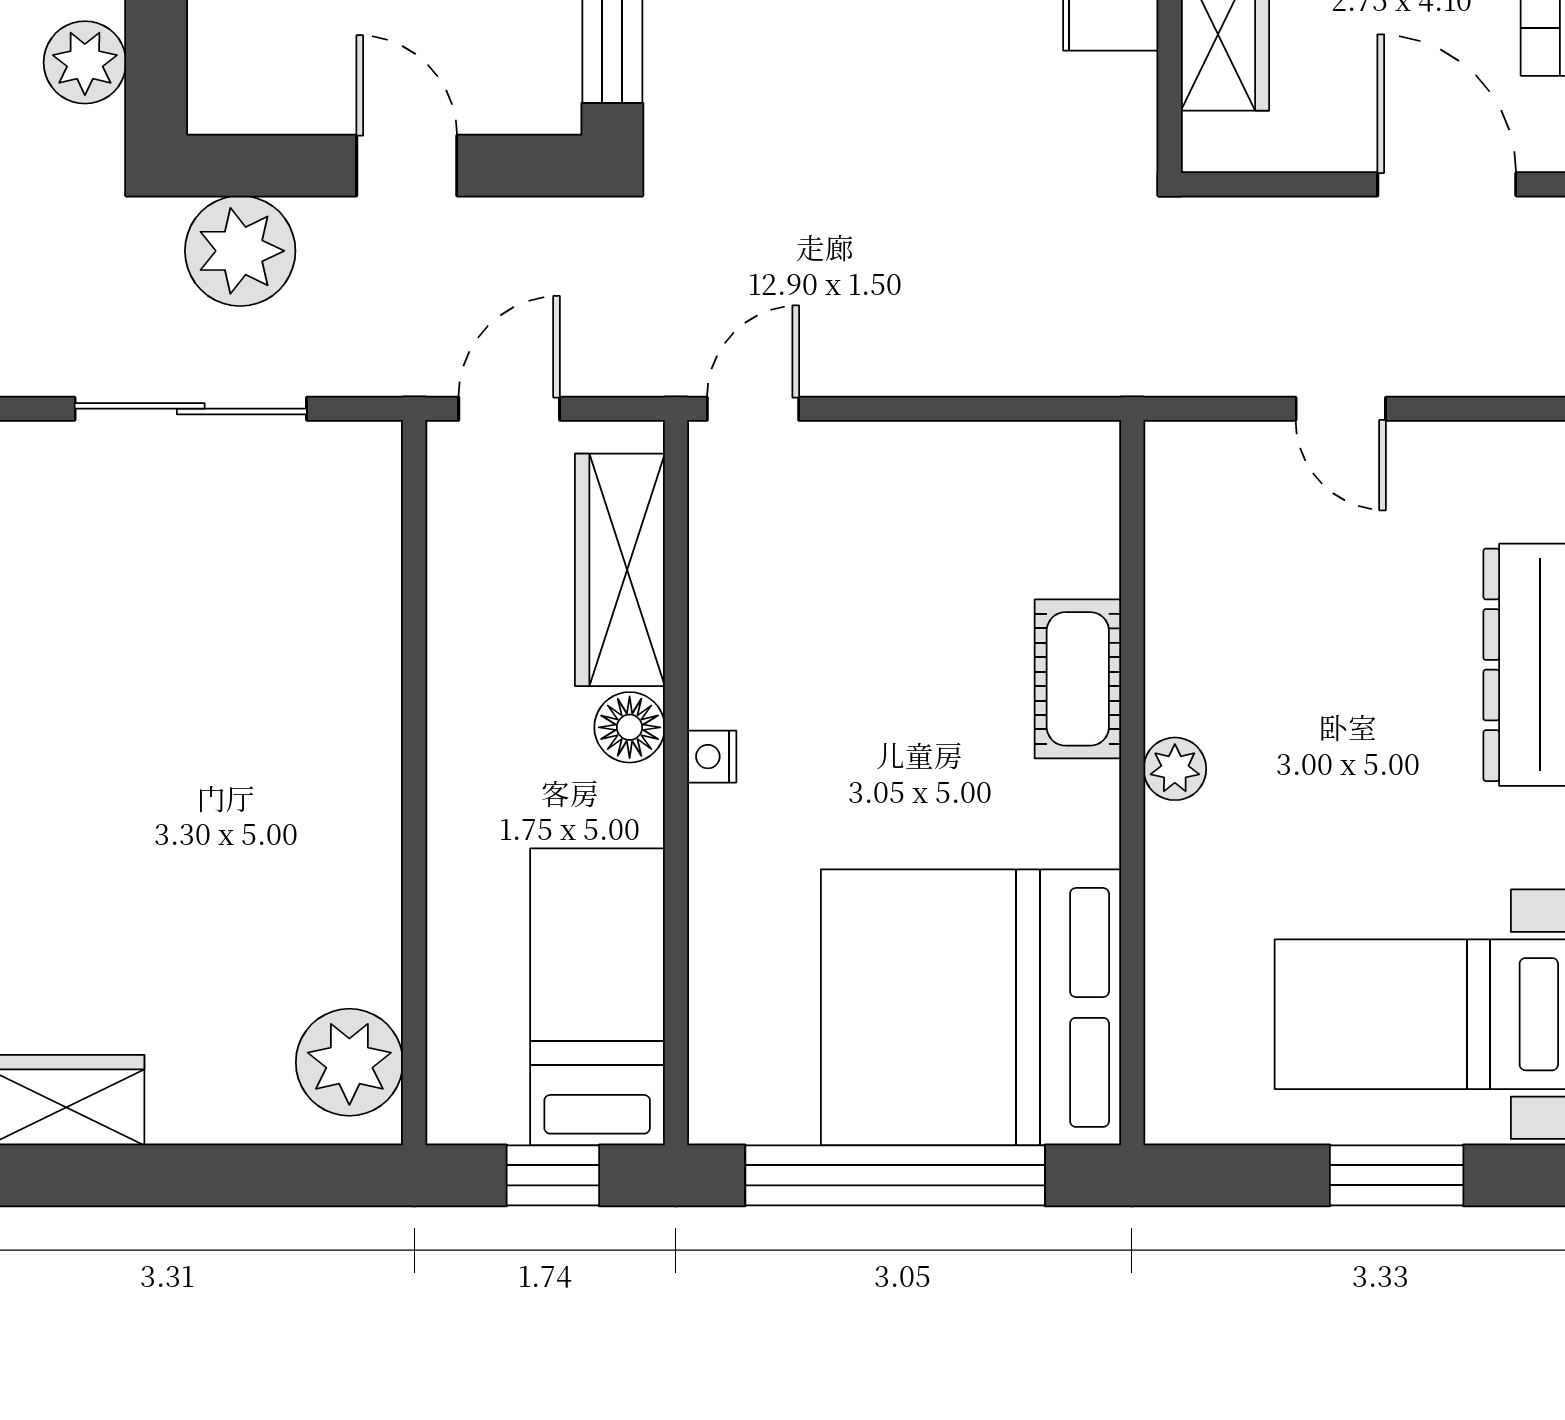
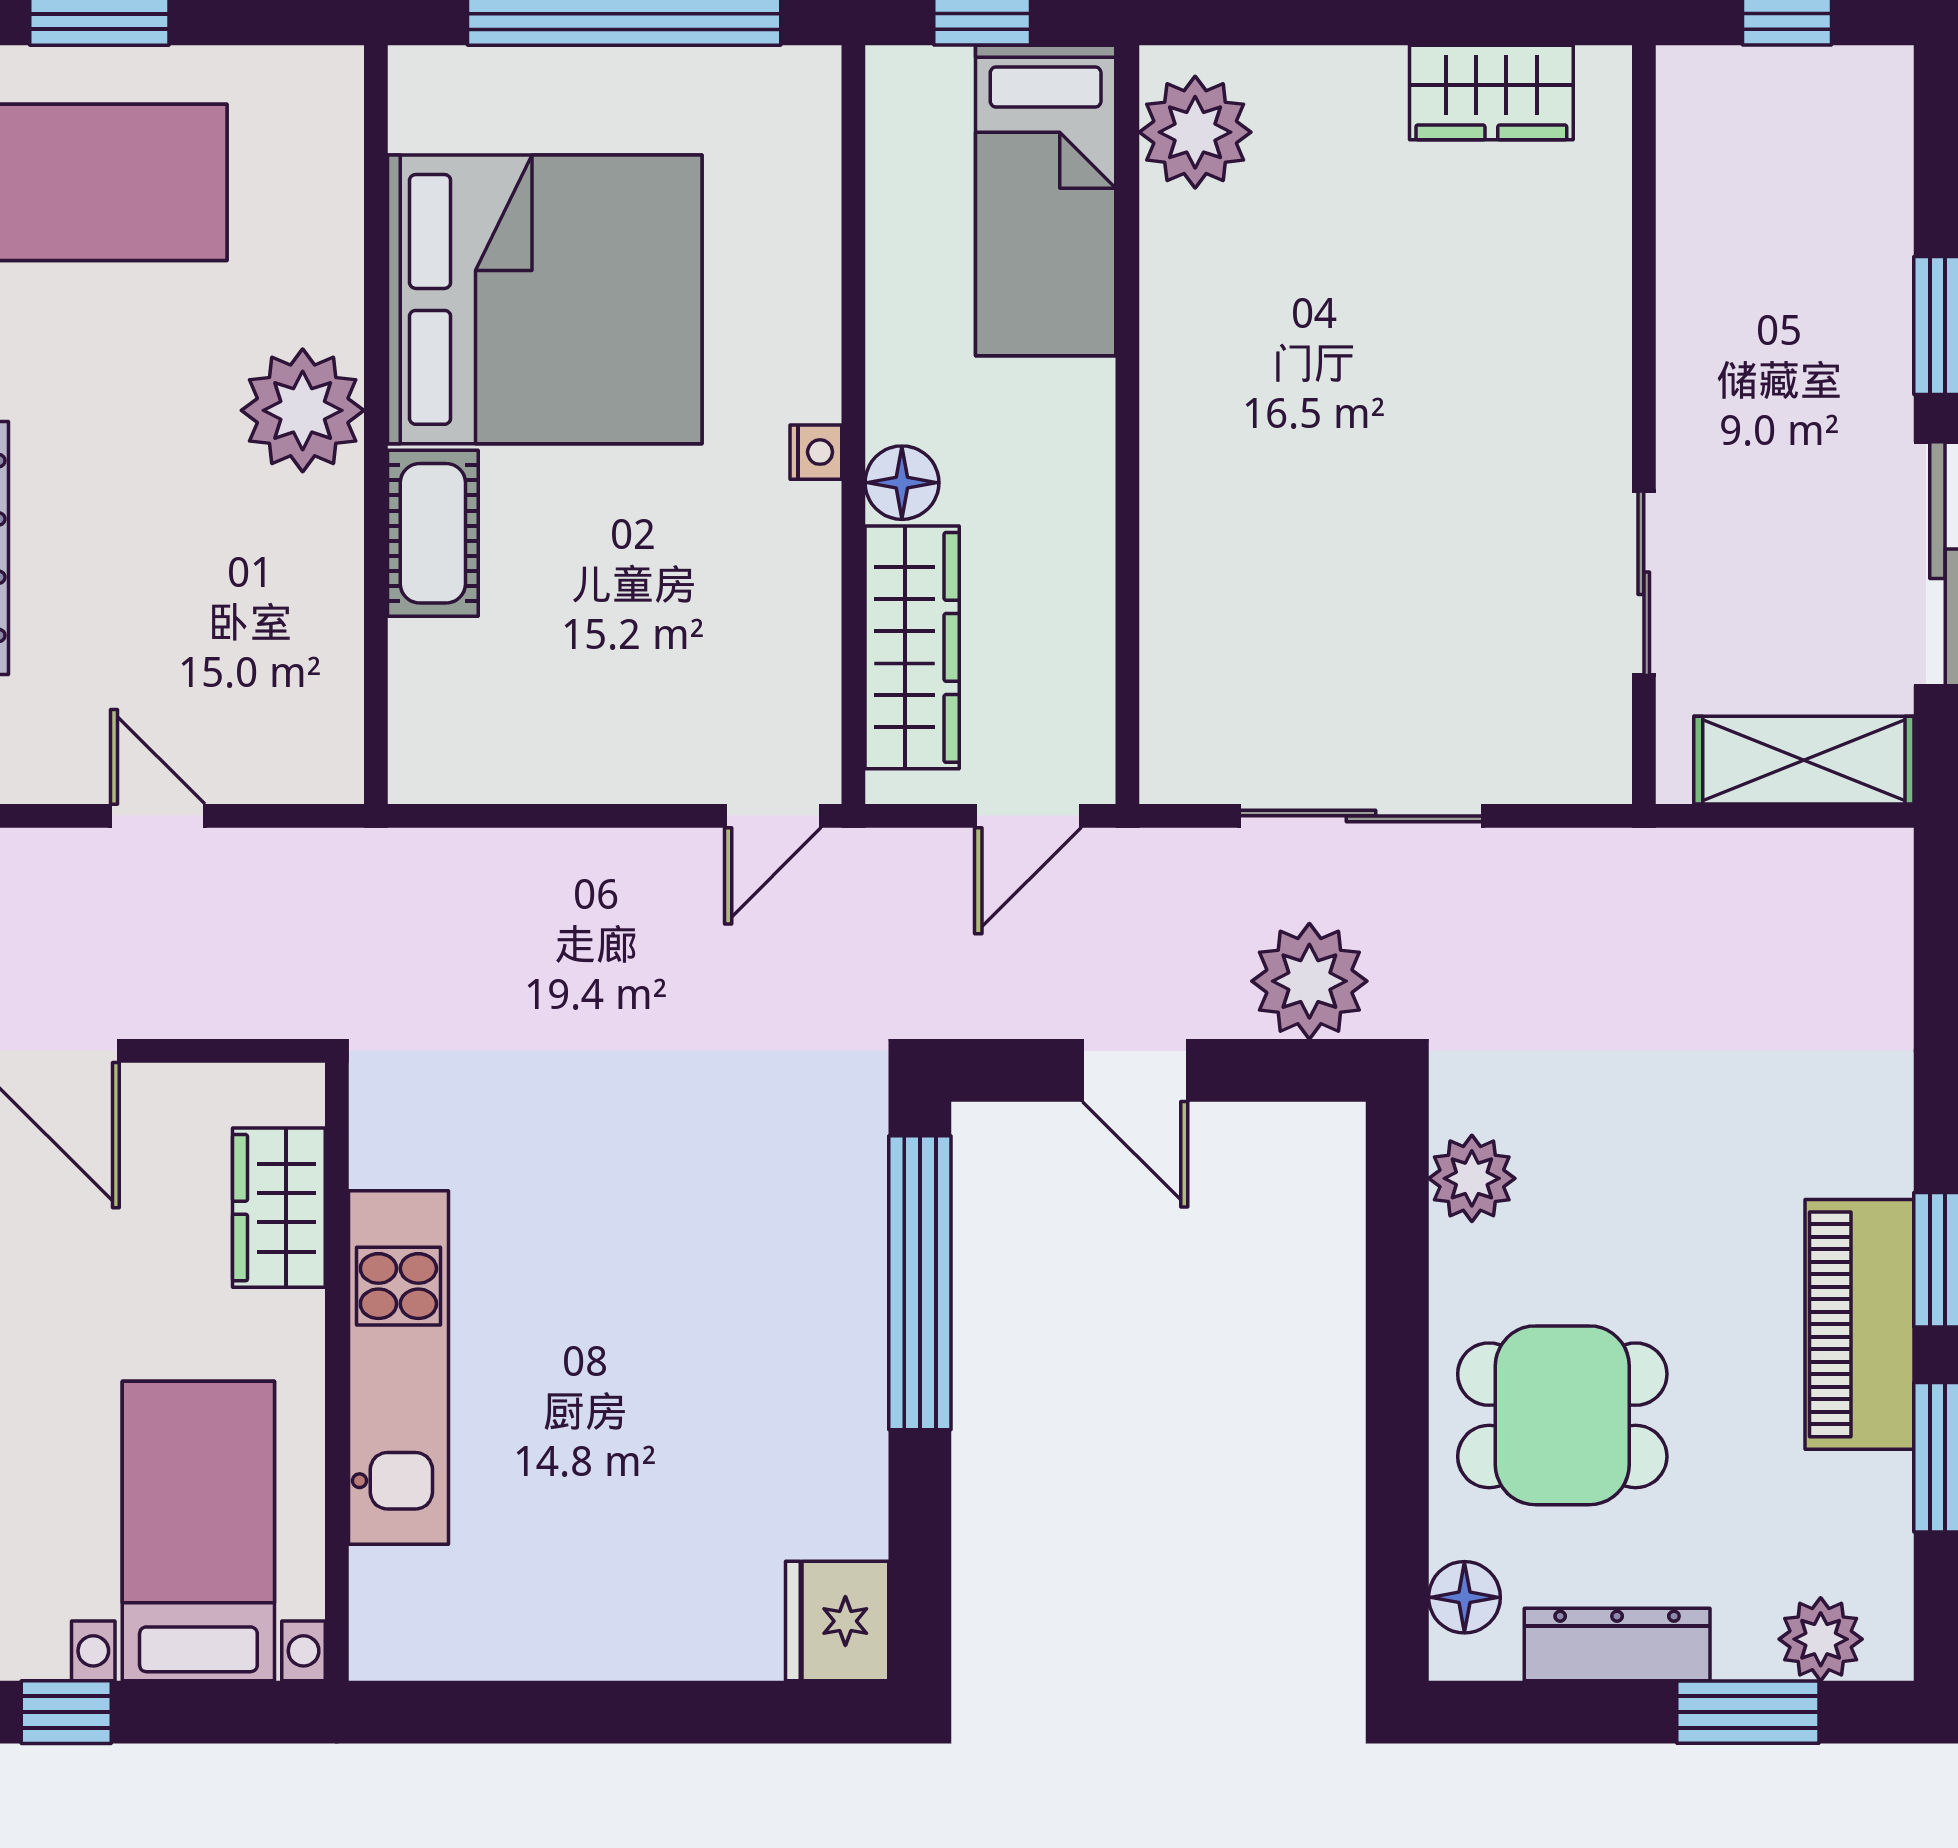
plant: (1175, 769) -> (303, 410), width x1.88, depth x1.88
bed: (597, 997) -> (1046, 201), moved
bed: (971, 1007) -> (545, 299), moved

